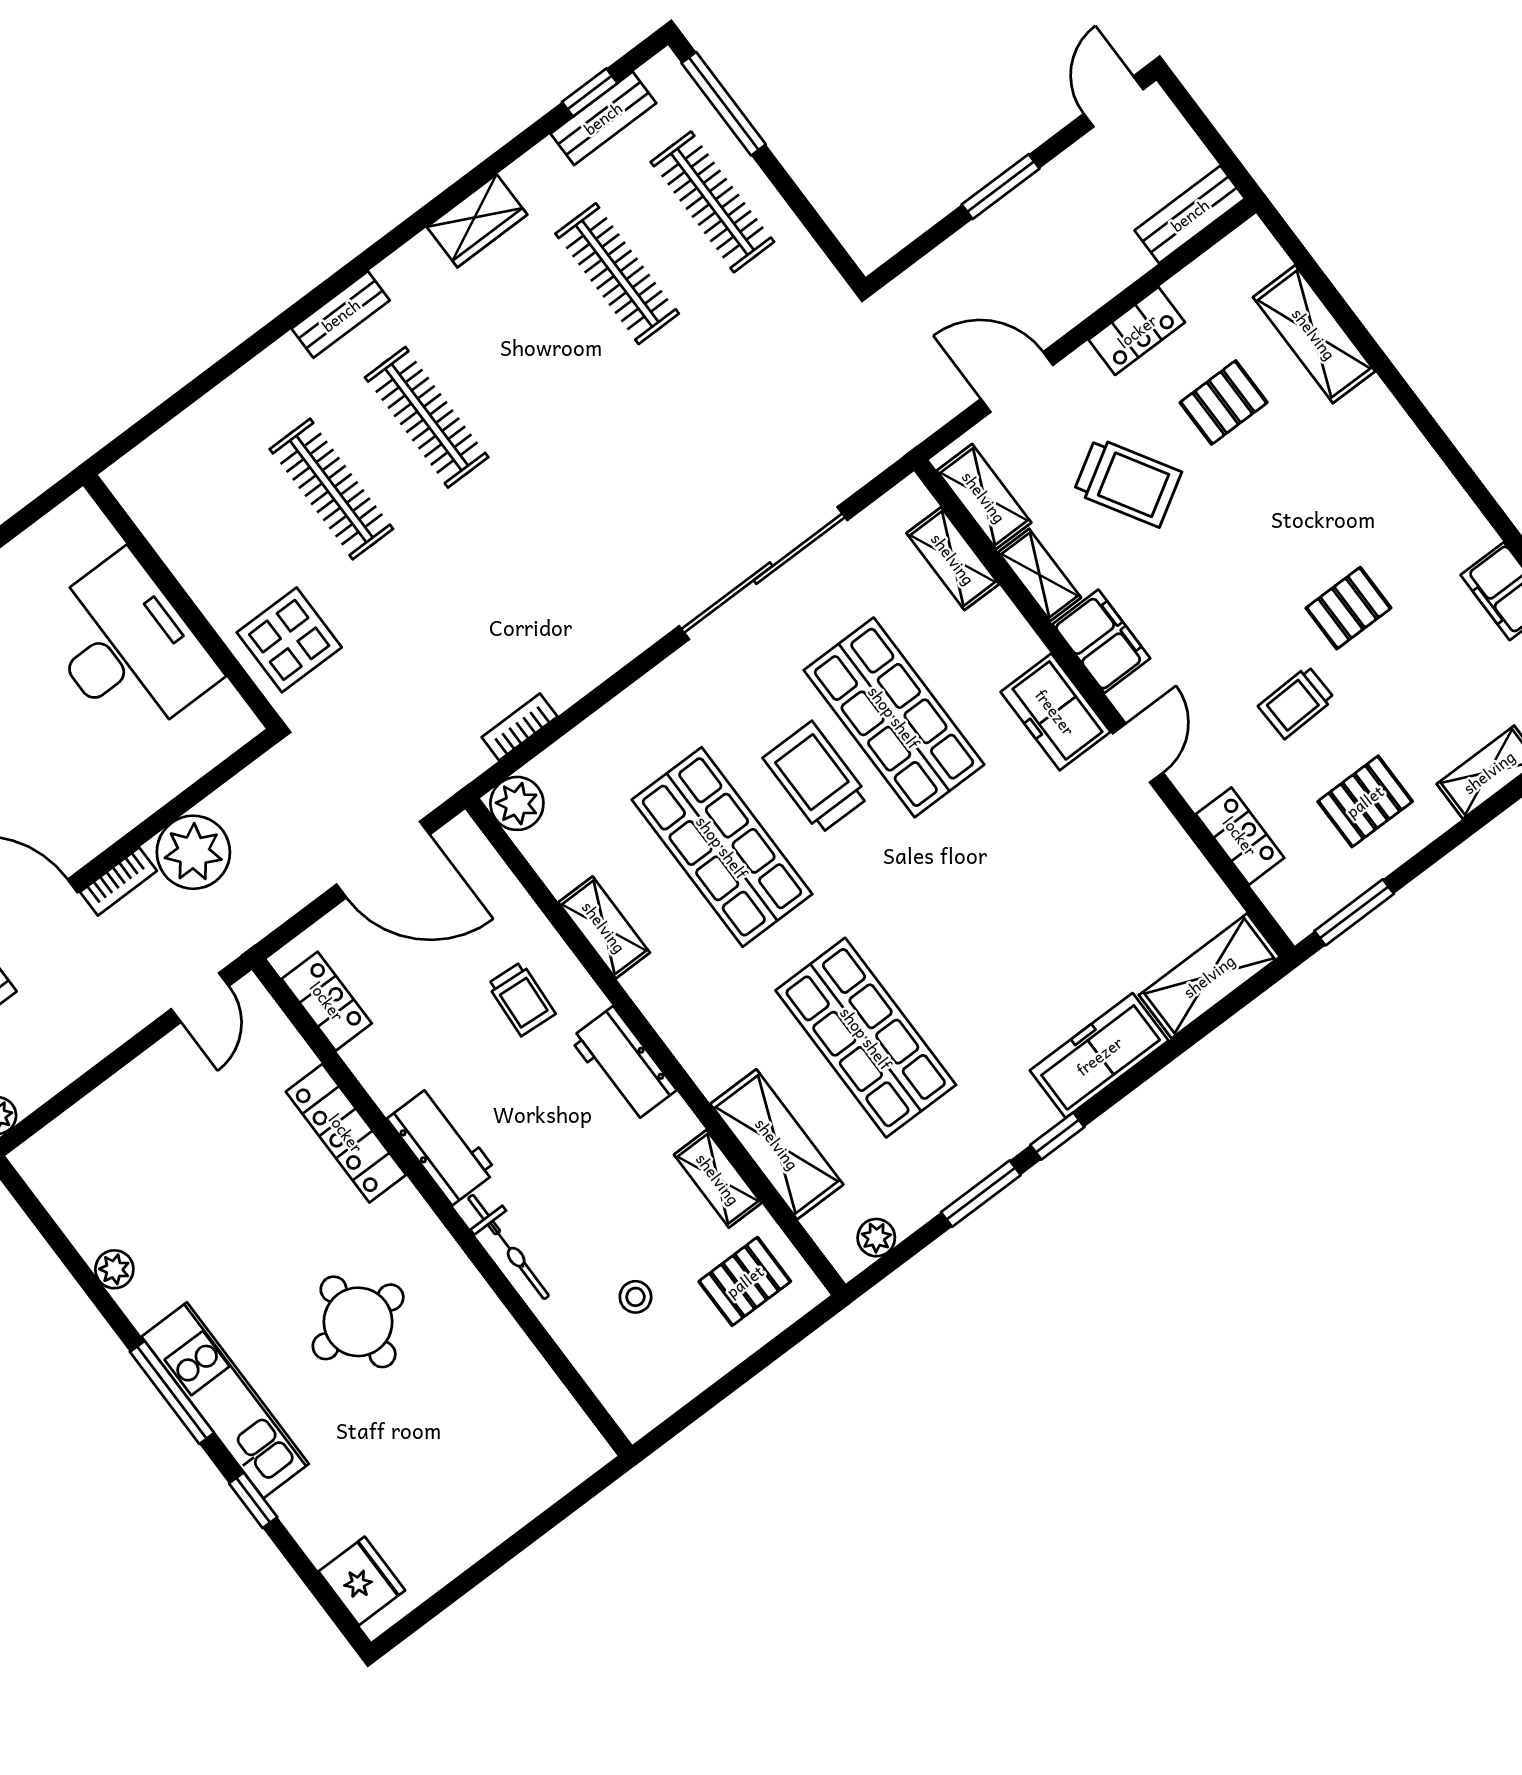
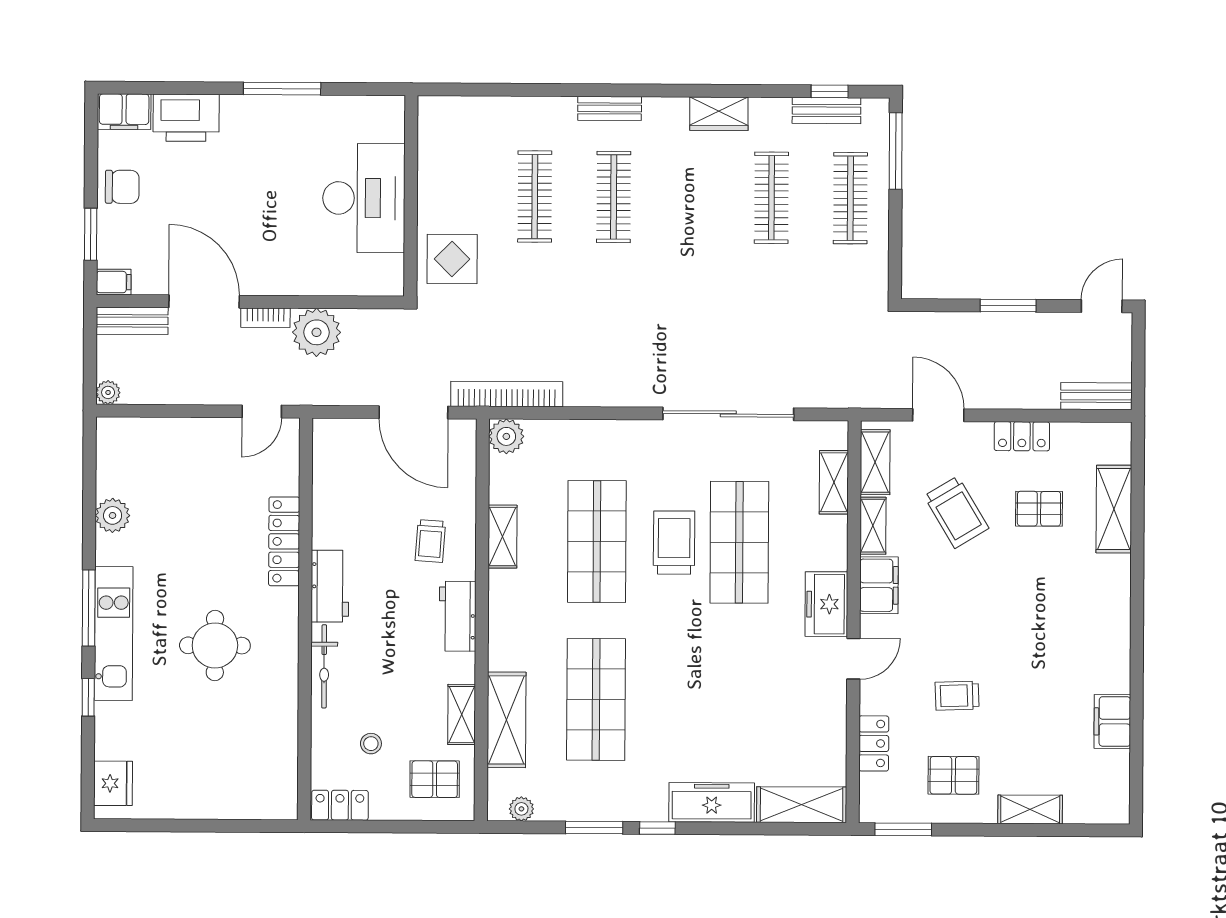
pallet: (1348, 608) -> (1022, 667), removed
bookcase: (520, 727) -> (507, 394), width x2.31, depth x1.31
locker: (327, 1001) -> (340, 805), moved, turned -90
plant: (114, 1269) -> (113, 515), width x1.38, depth x1.38

